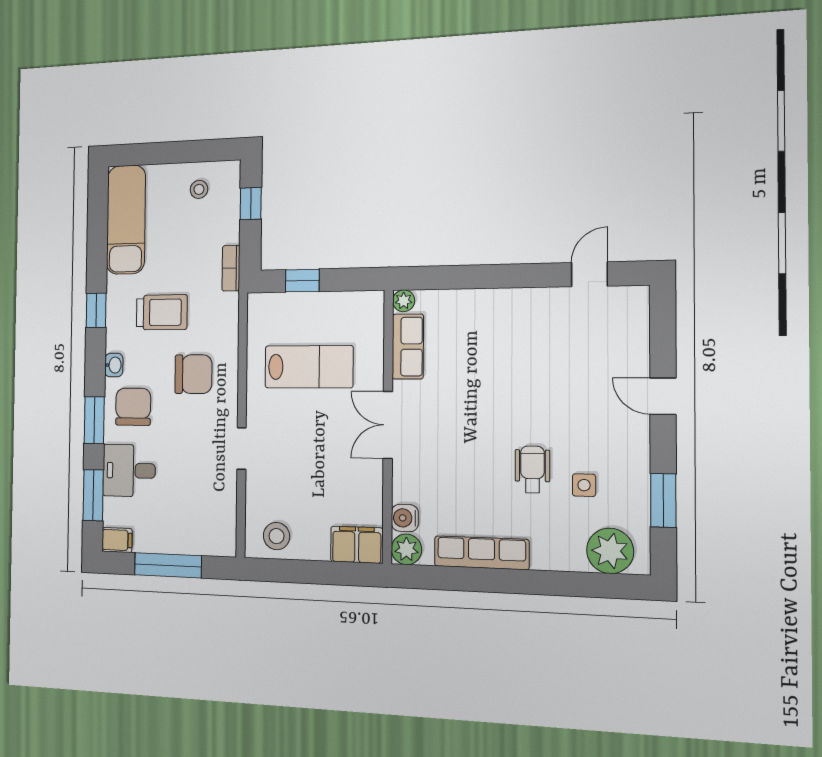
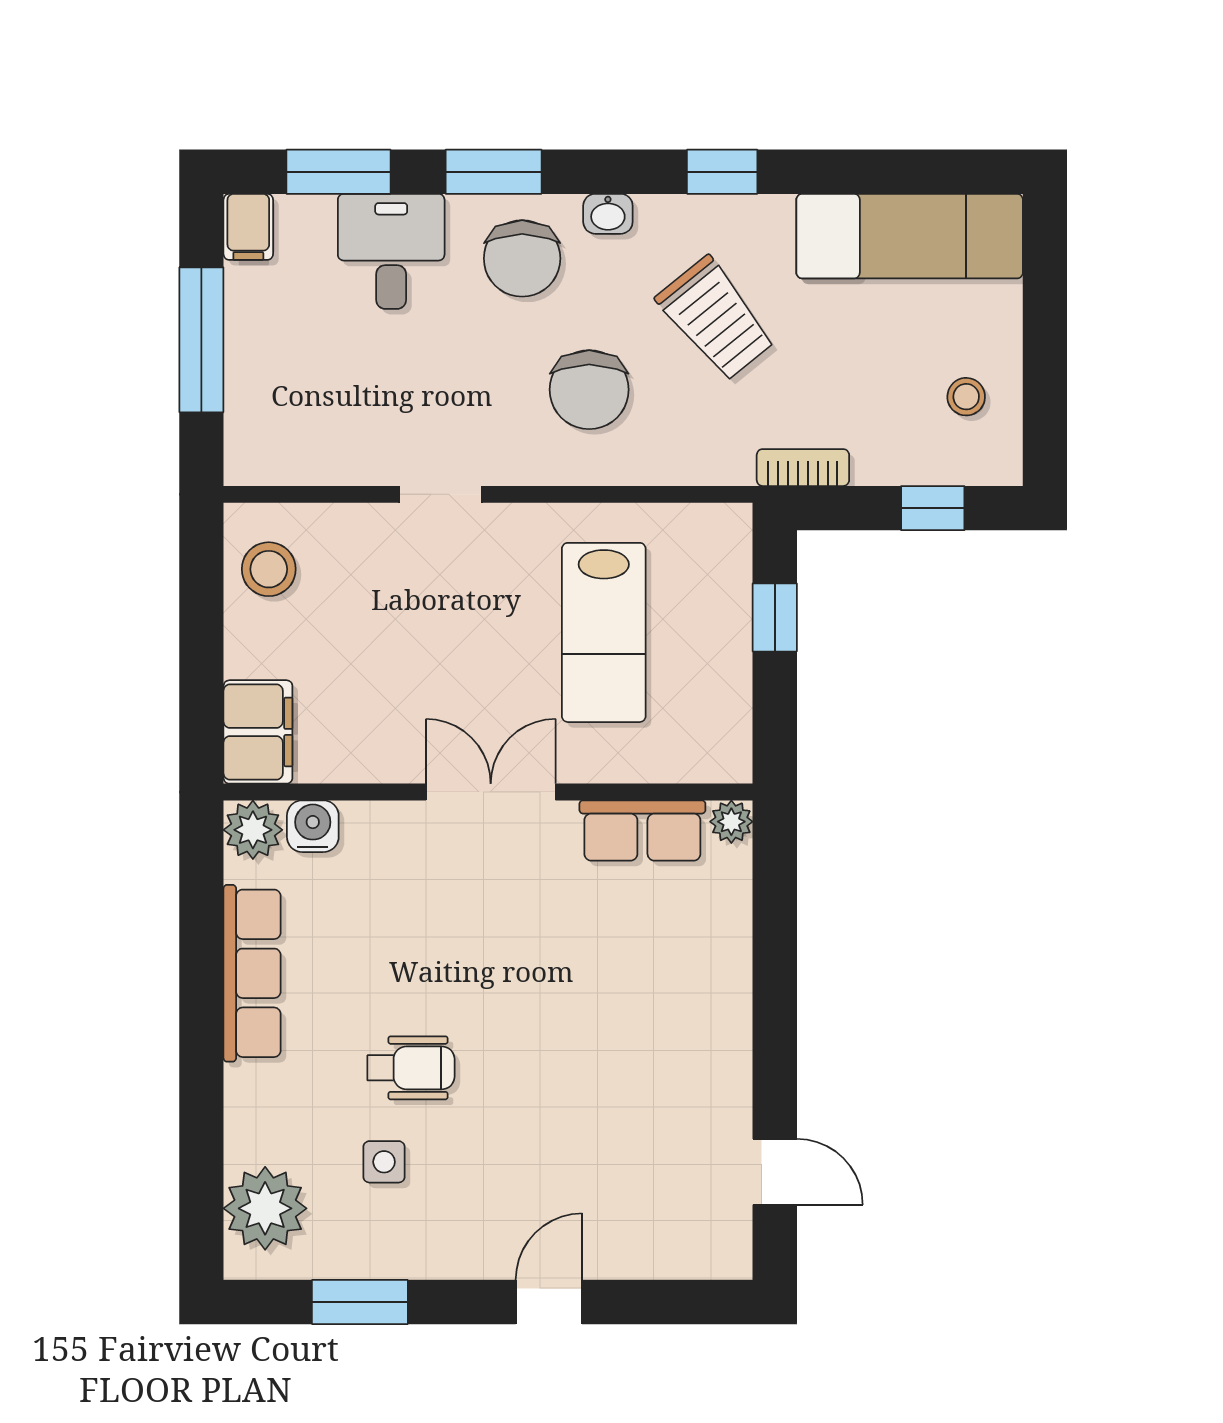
trolley: (162, 312) -> (716, 319), turned -39
chair: (133, 407) -> (522, 258), turned 90

